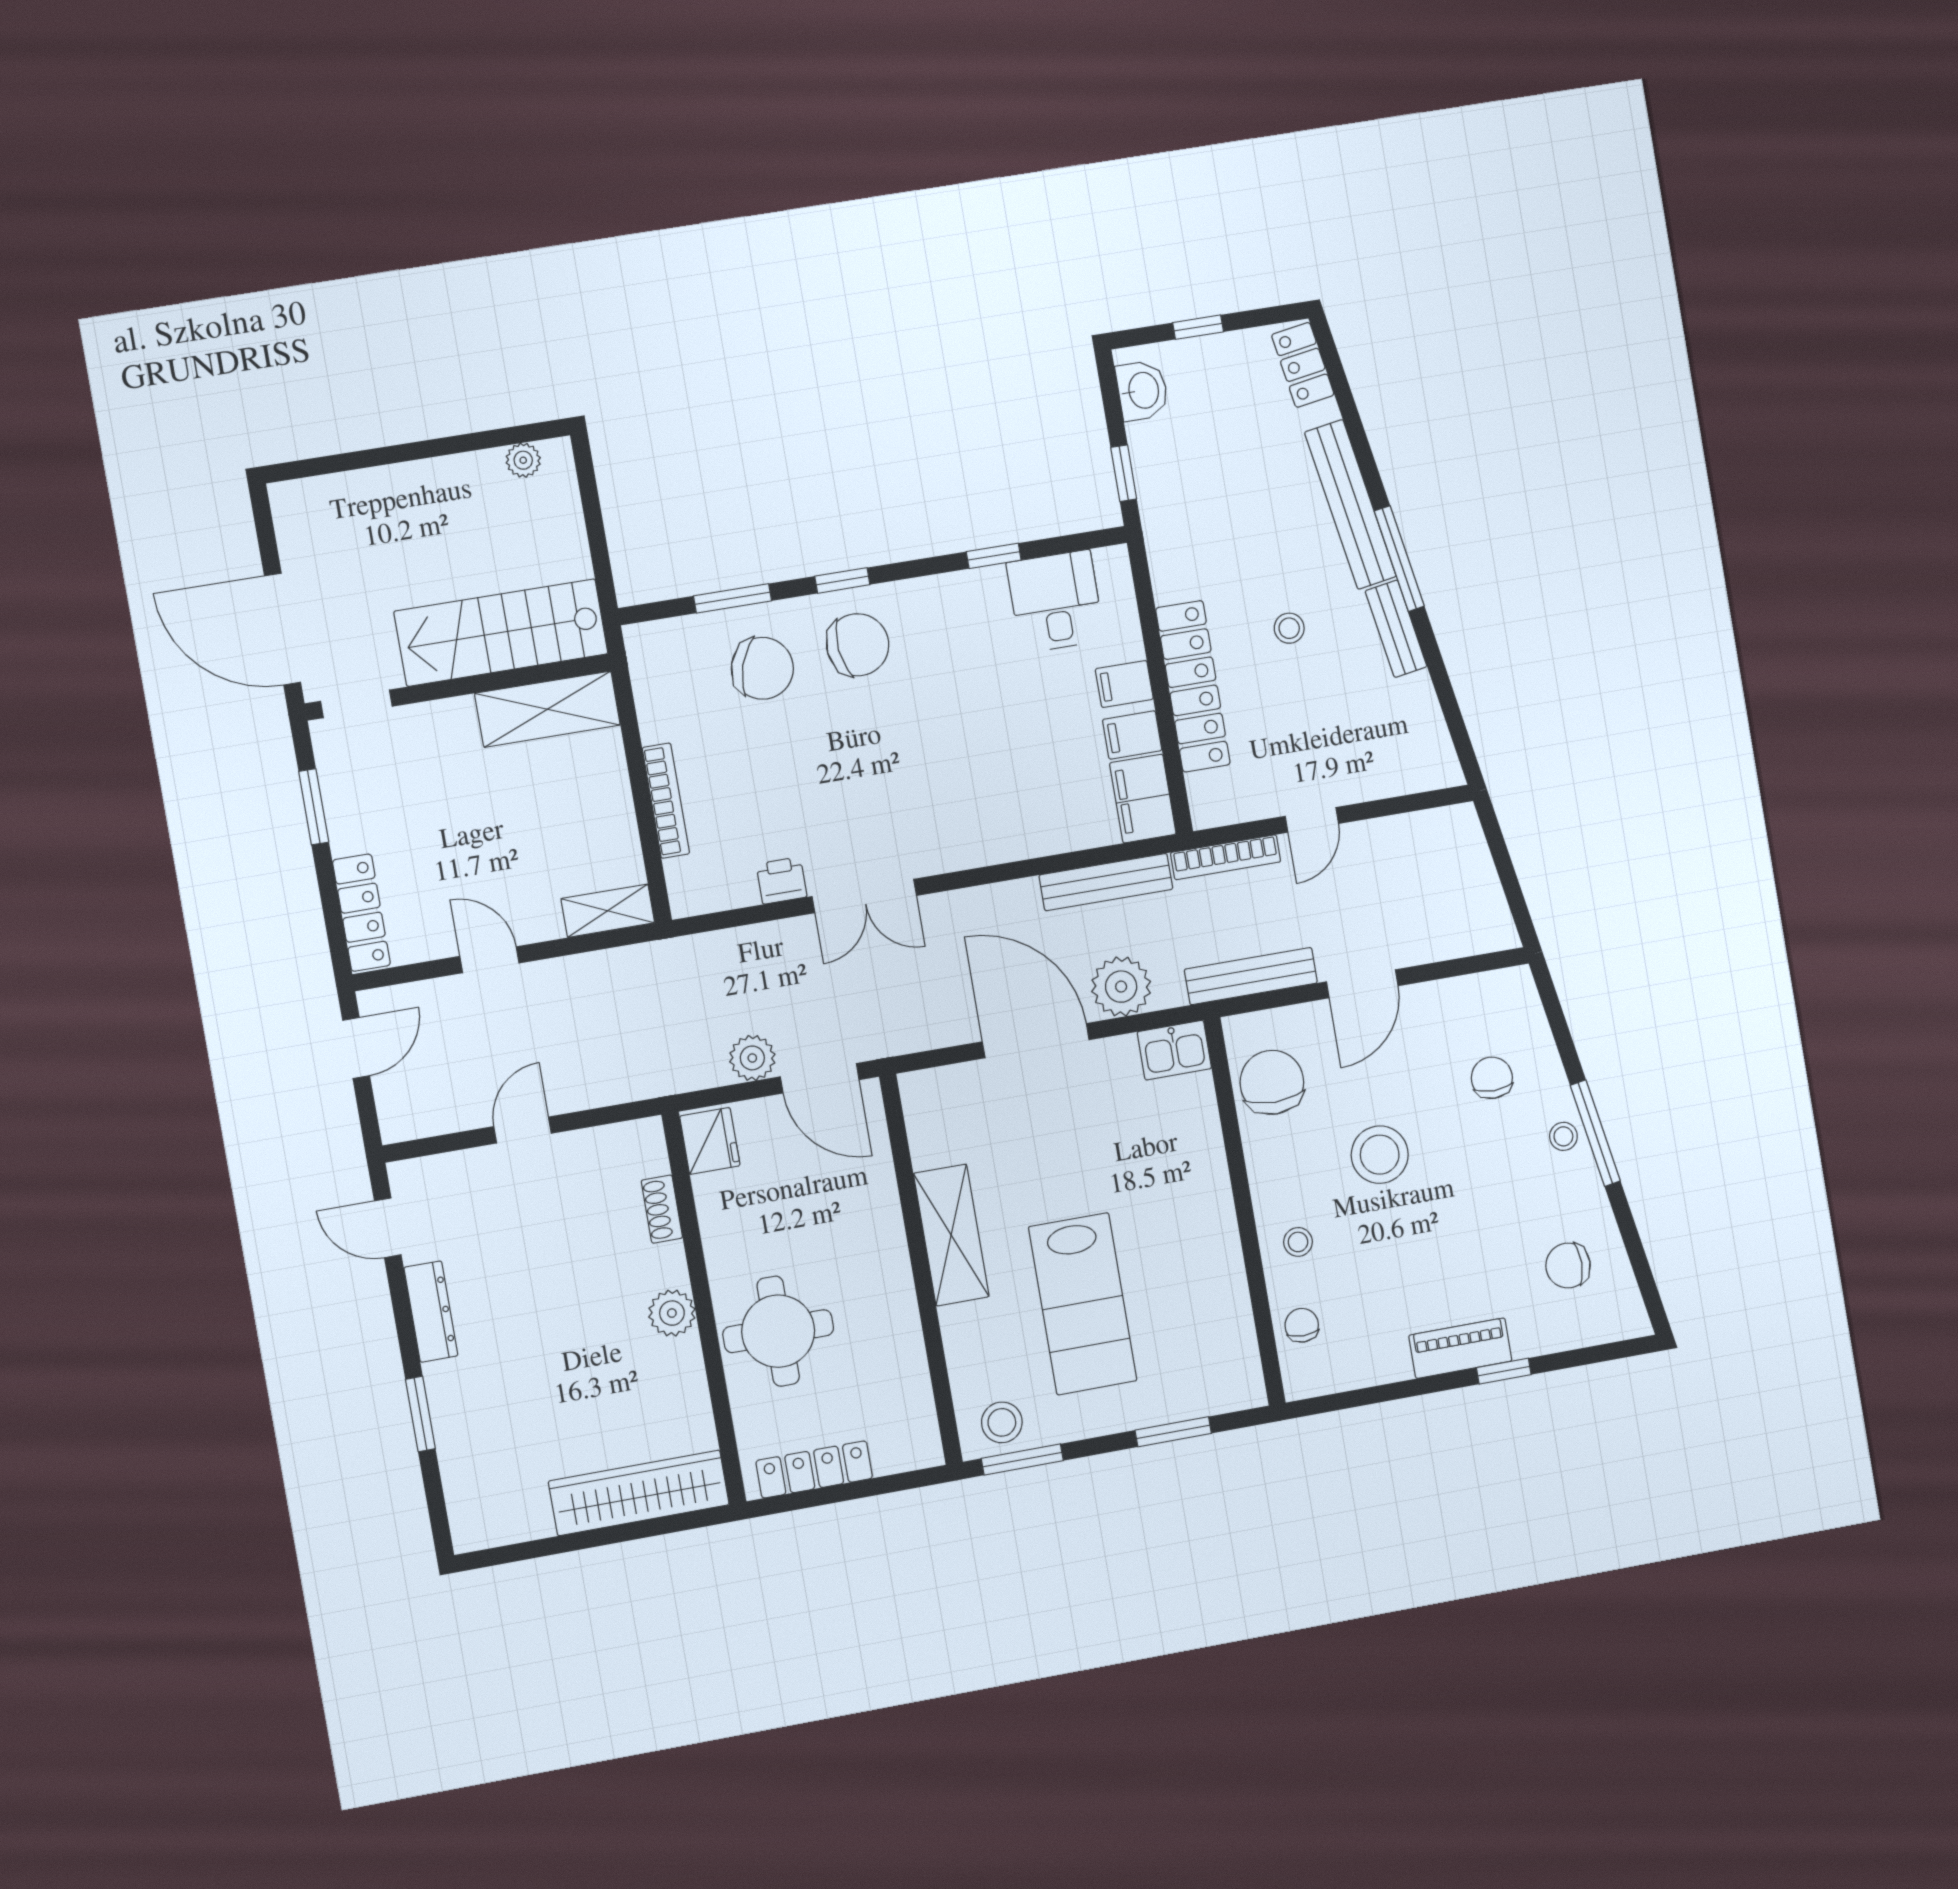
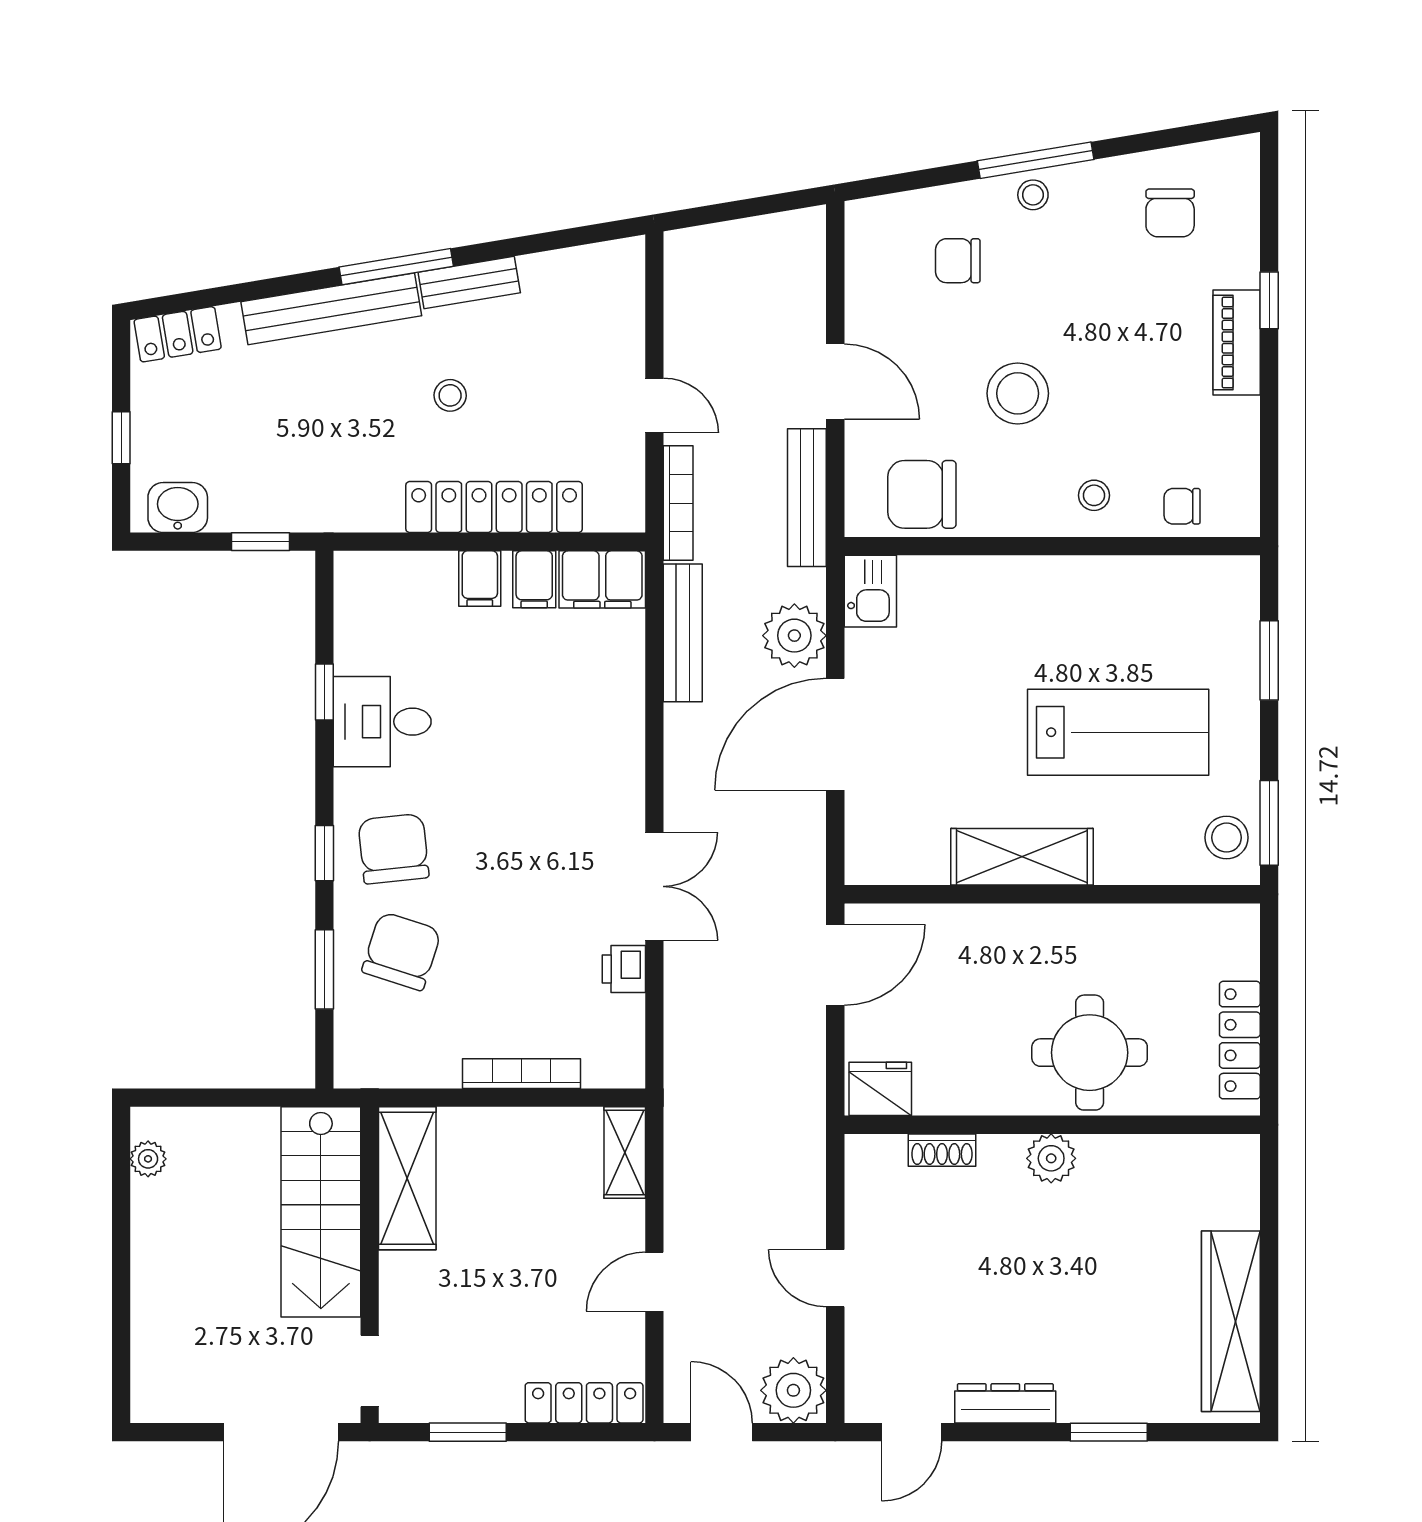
desk: (1055, 602) -> (382, 722), moved
plant: (752, 1058) -> (793, 1390), moved, width x1.36, depth x1.36
wardrobe: (639, 1493) -> (1231, 1321), moved

